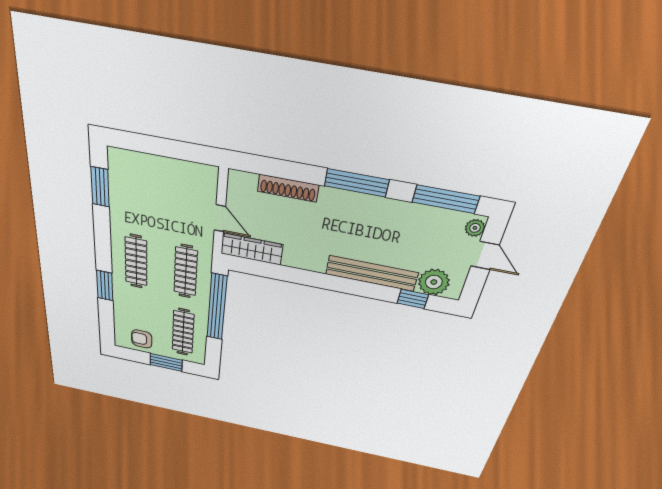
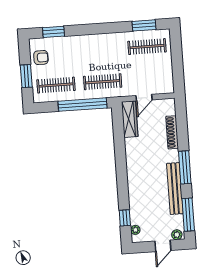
clothes rail: (136, 262) -> (147, 47), moved
bench: (372, 273) -> (175, 189), moved
plant: (434, 282) -> (135, 230), width x0.53, depth x0.53
window: (105, 286) -> (54, 32), moved
armchair: (142, 339) -> (41, 58), turned 90

